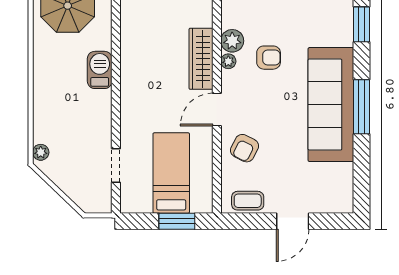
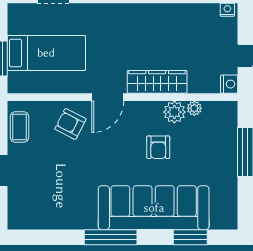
plant: (228, 61) -> (194, 108), moved
sofa: (331, 105) -> (154, 208), moved
door: (217, 110) -> (108, 97), swing flipped

